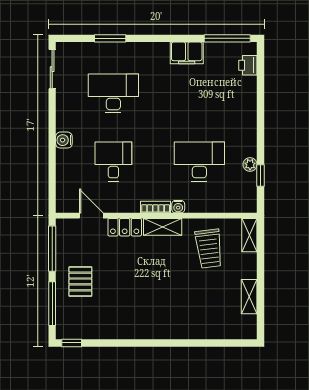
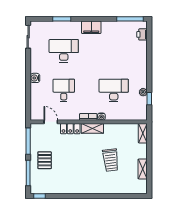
filing cabinet: (187, 53) -> (91, 27), moved
trolley: (209, 249) -> (111, 160), moved

